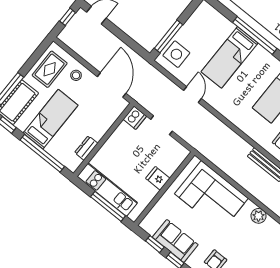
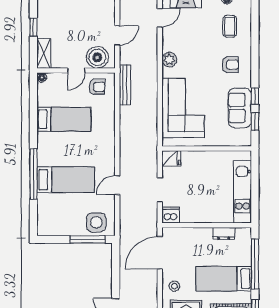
fridge: (158, 178) -> (171, 158), moved, turned -90
window: (108, 206) -> (255, 181), removed

